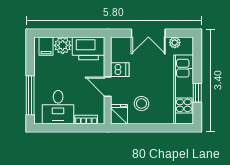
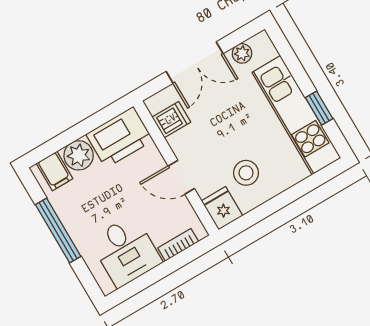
dishwasher: (120, 70) -> (171, 120), moved
window: (30, 95) -> (58, 231), moved

